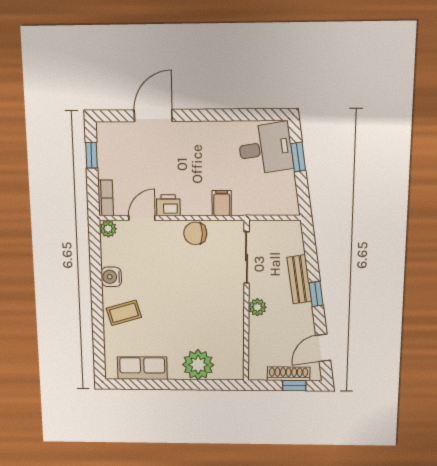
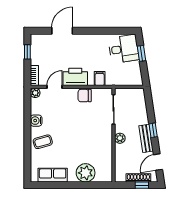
printer: (168, 205) -> (75, 77), width x1.87, depth x1.48
bench: (299, 279) -> (146, 138), moved

